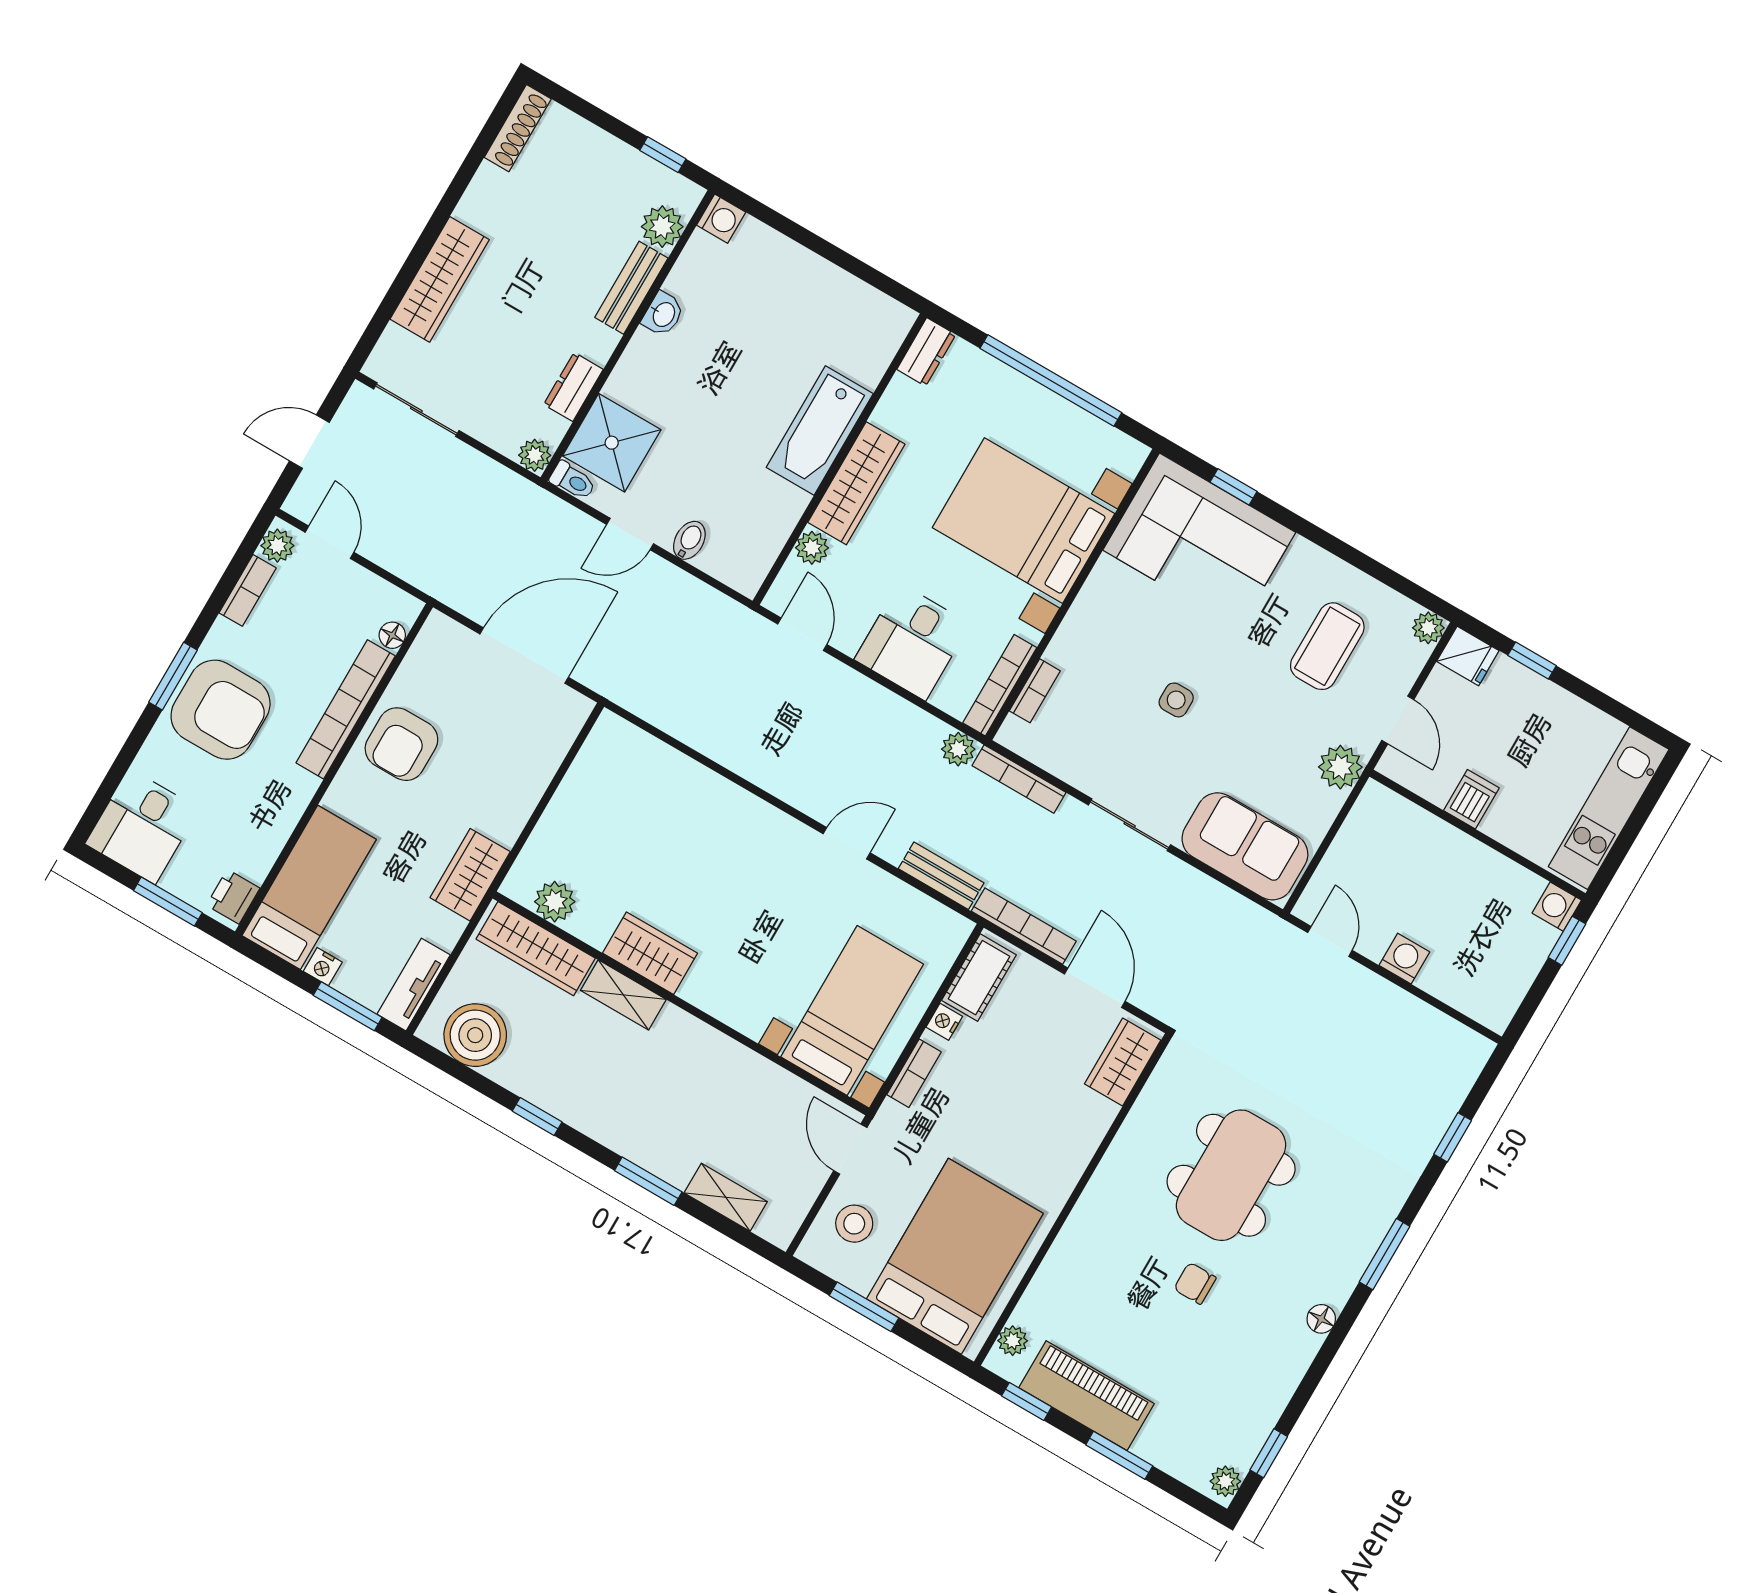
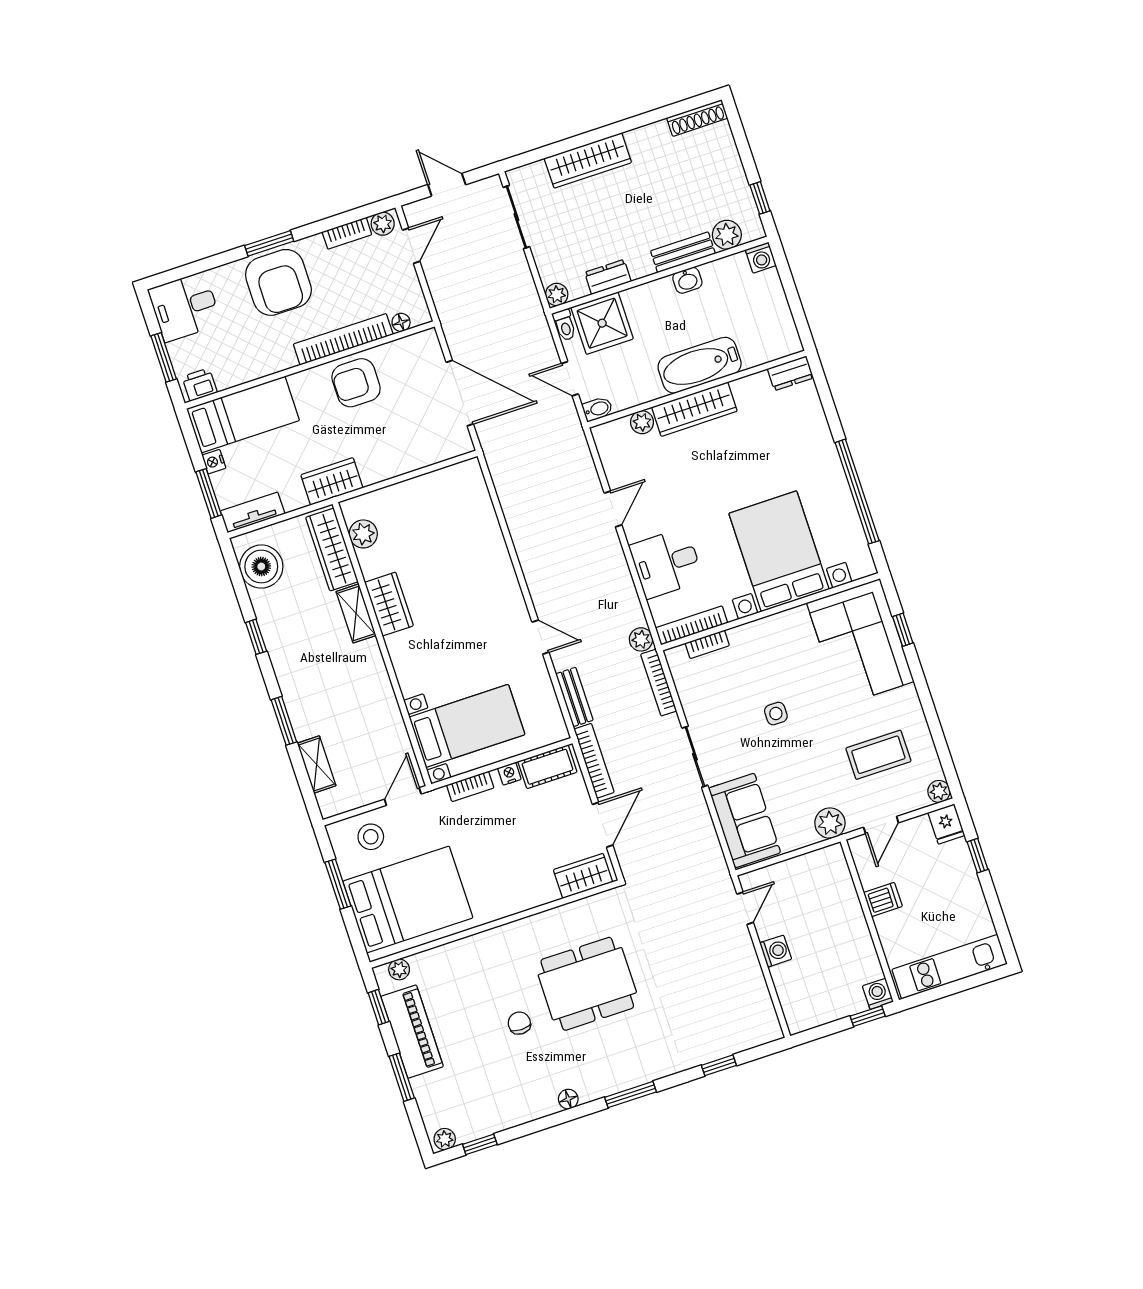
dresser: (926, 352) -> (790, 373), moved
bathtub: (820, 430) -> (700, 365), moved
wall: (840, 459) -> (697, 389), moved
wardrobe: (856, 483) -> (694, 409), moved
plant: (812, 548) -> (642, 422), moved

